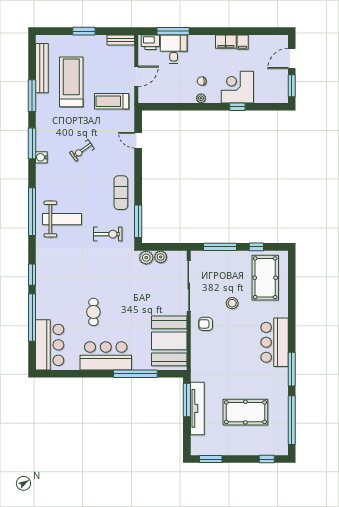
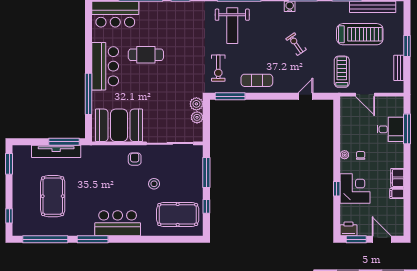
bench: (121, 40) -> (399, 68), moved
printer: (150, 42) -> (348, 229), moved, turned 90
cafe table: (93, 312) -> (146, 55), width x1.37, depth x1.35

